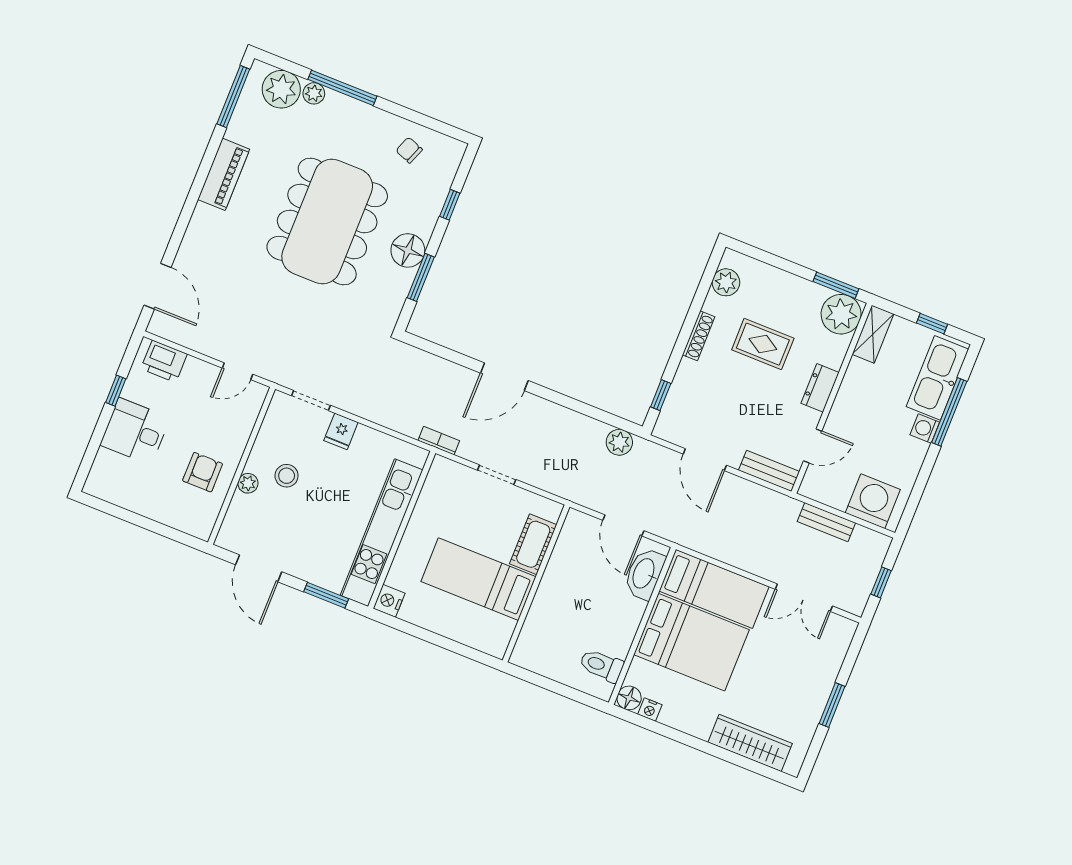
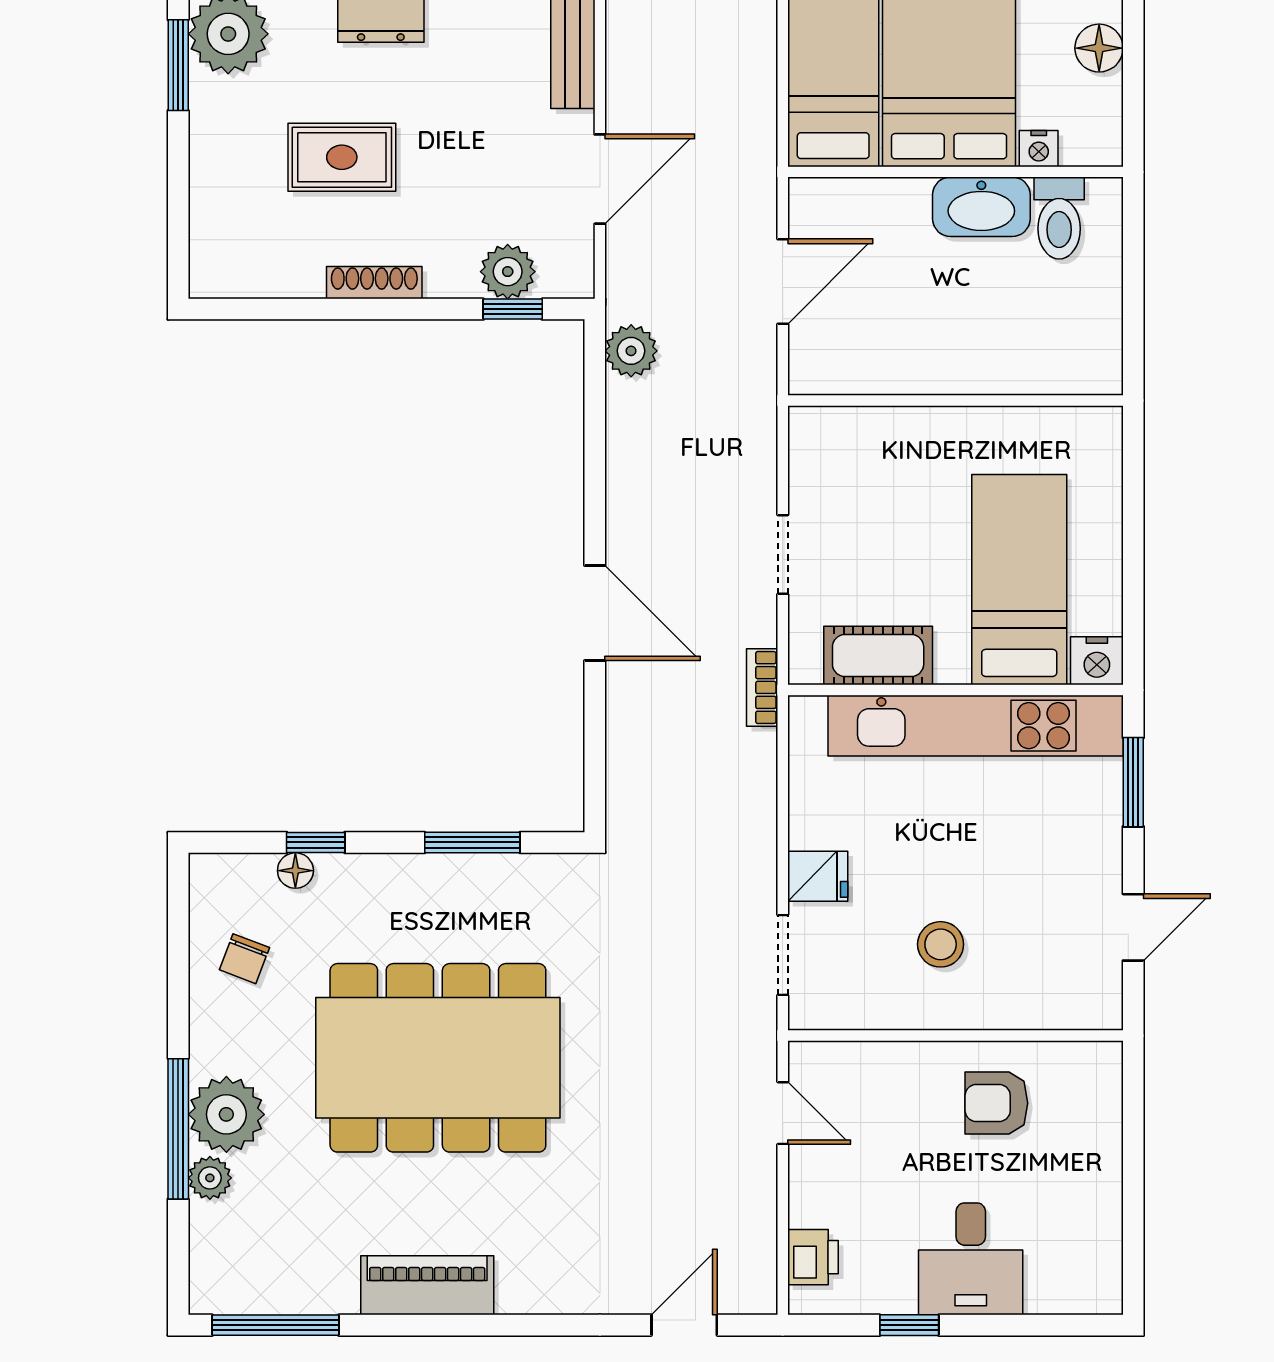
plant: (281, 89) -> (226, 1114), moved
floor lamp: (408, 250) -> (295, 871), moved, width x0.53, depth x0.53
plant: (726, 282) -> (508, 272), moved
door: (157, 286) -> (684, 1325), width x0.73
rug: (763, 344) -> (342, 157), turned 90
printer: (164, 361) -> (813, 1257), width x0.73, depth x0.81
plant: (248, 483) -> (983, 1011), removed
cot: (533, 544) -> (878, 656), moved
door: (259, 568) -> (1133, 927), width x0.73
washbasin: (644, 574) -> (981, 207), moved
bed: (478, 579) -> (1019, 580), moved, turned 180
floor lamp: (629, 698) -> (1099, 48), moved
nightstand: (650, 710) -> (1039, 149), moved, turned 90

